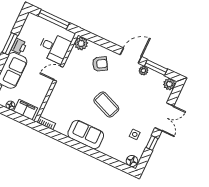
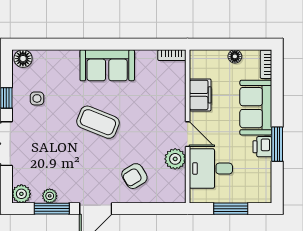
window: (54, 19) -> (231, 209), width x0.69
plant: (81, 43) -> (175, 159), moved
plant: (143, 71) -> (50, 196), moved
door: (58, 74) -> (188, 134), hinge flipped
filing cabinet: (25, 110) -> (200, 95), moved, turned -90

